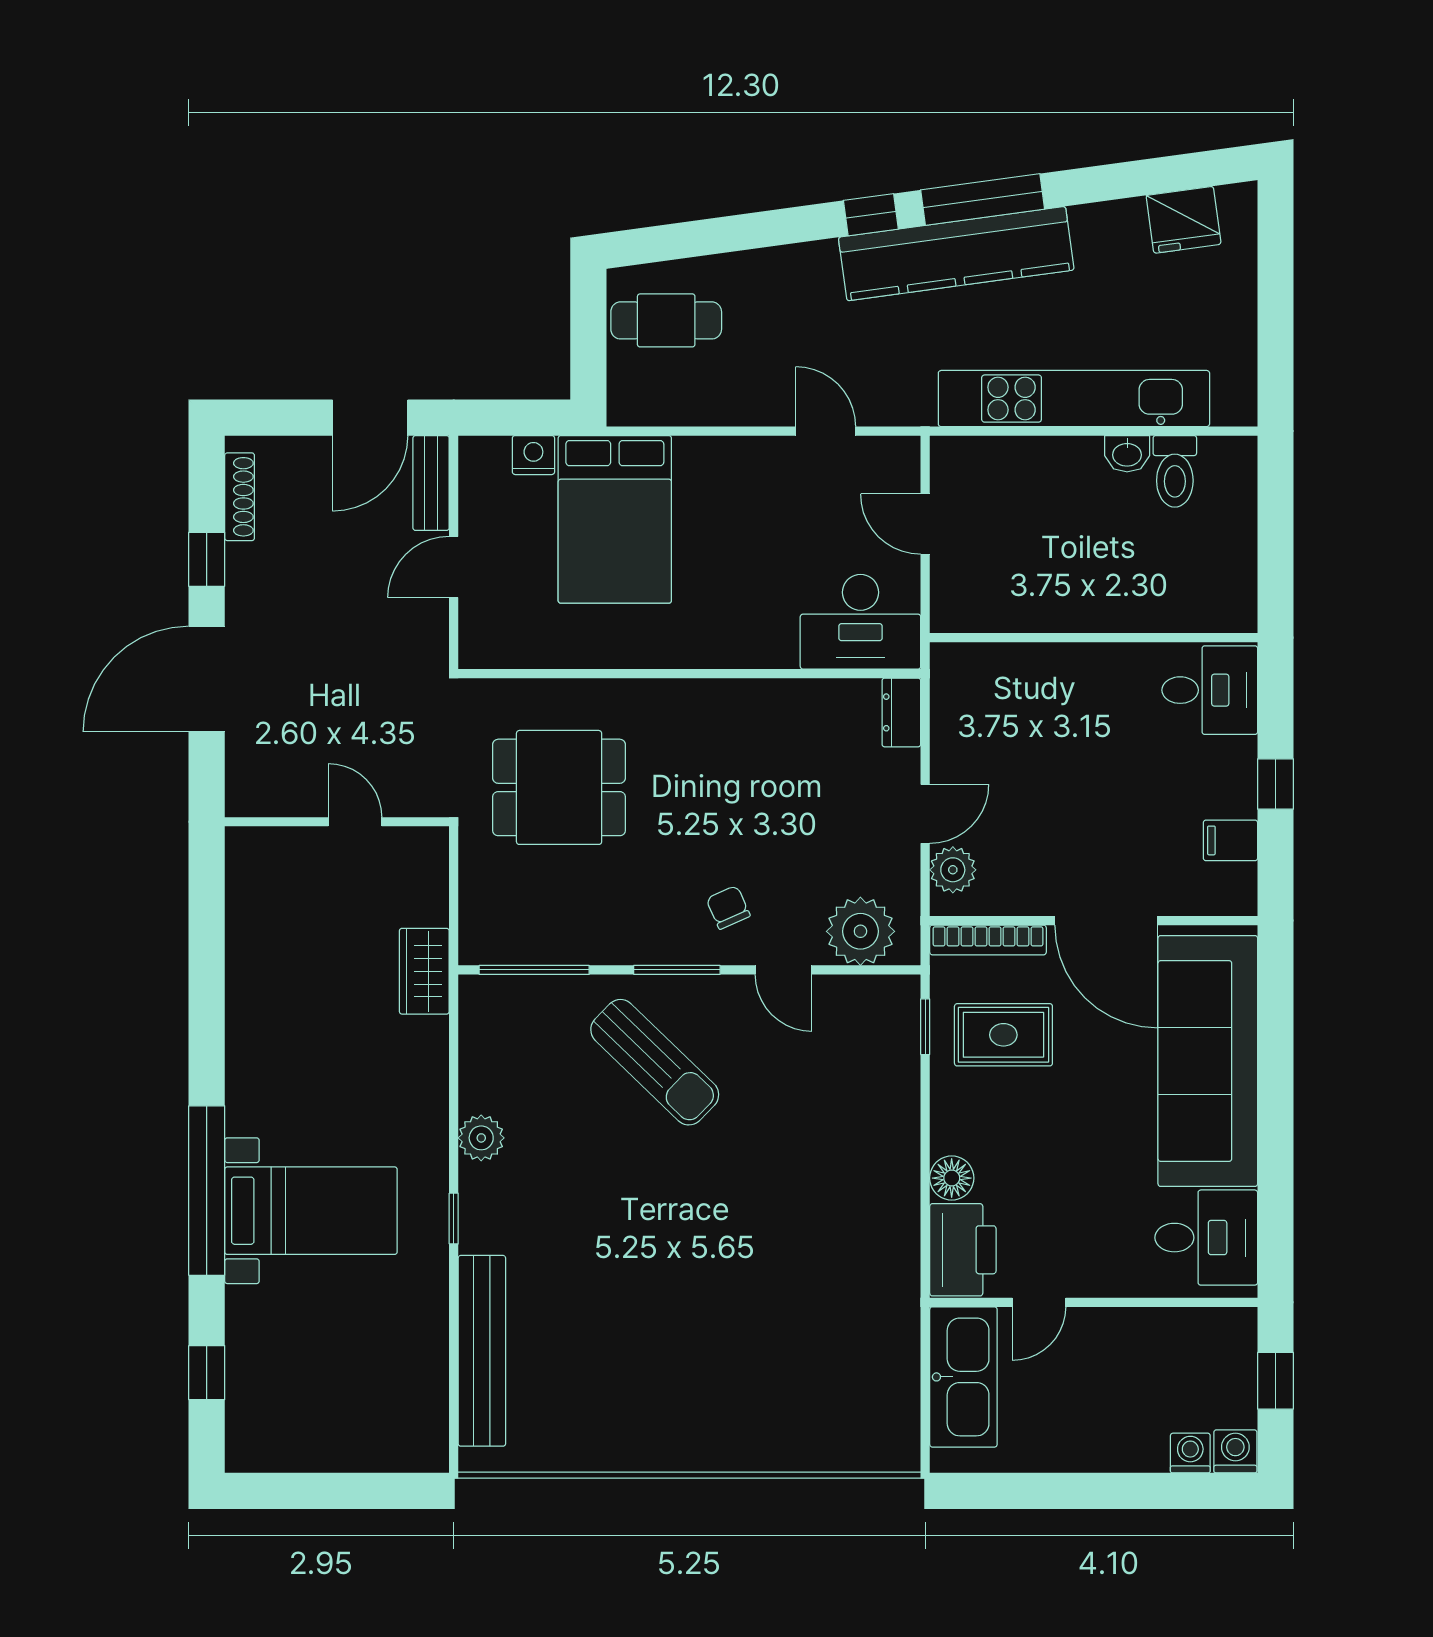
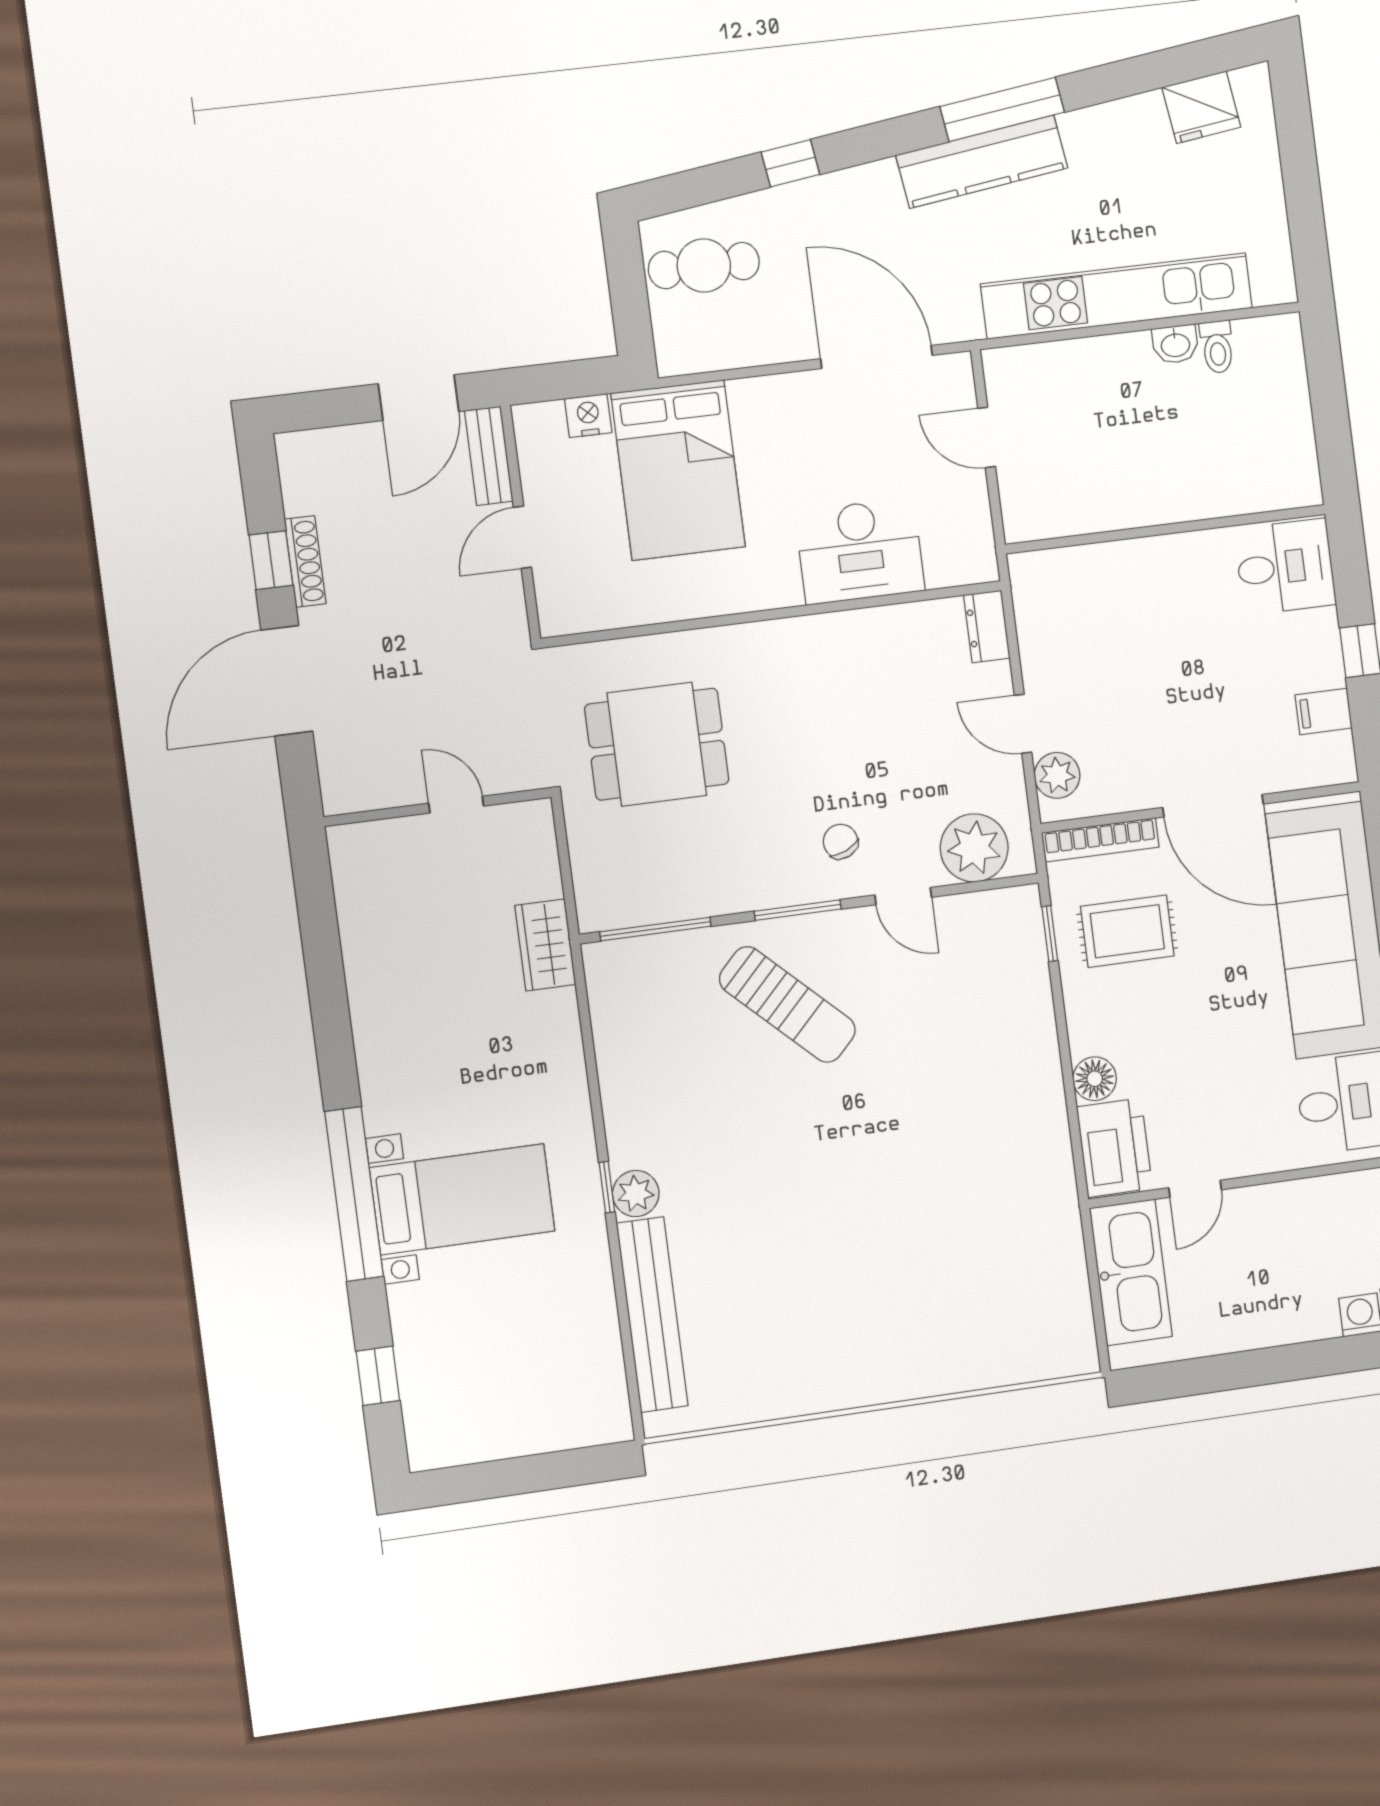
window: (871, 215) -> (790, 163), moved
kitchen counter: (956, 254) -> (982, 162), width x0.72, depth x0.86
door: (826, 431) -> (877, 357), width x1.87
toilet: (1175, 471) -> (1217, 347), width x0.73, depth x0.72
shoe rack: (240, 497) -> (305, 561), moved
desk: (860, 622) -> (860, 551), moved
door: (925, 814) -> (1023, 724), swing flipped
plant: (481, 1138) -> (636, 1194), moved

